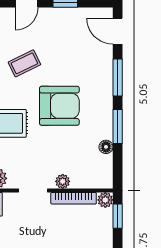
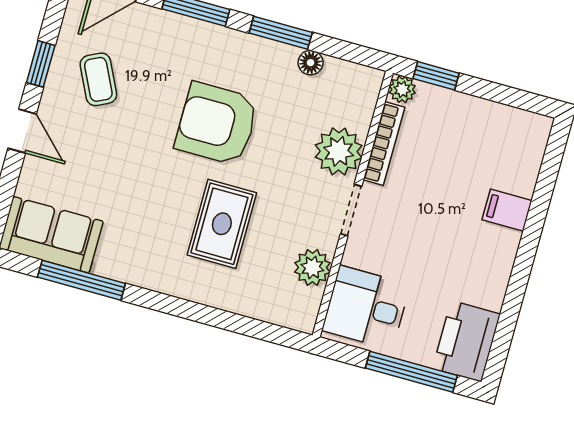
coffee table: (24, 63) -> (98, 79), moved
armchair: (59, 106) -> (217, 124), turned -90
plant: (63, 181) -> (339, 151), width x1.88, depth x1.88

